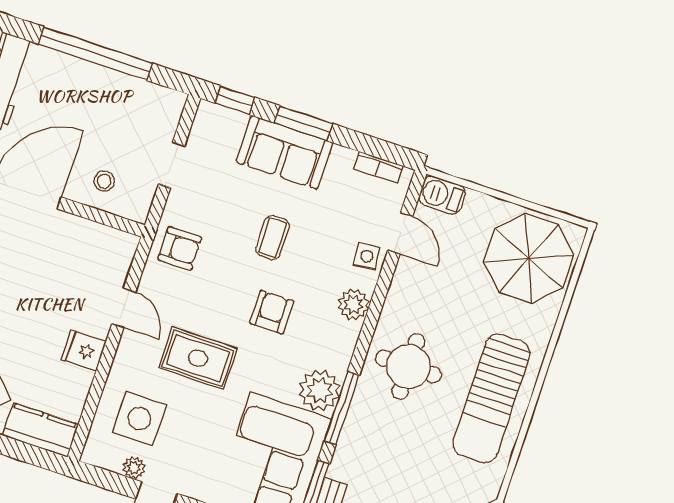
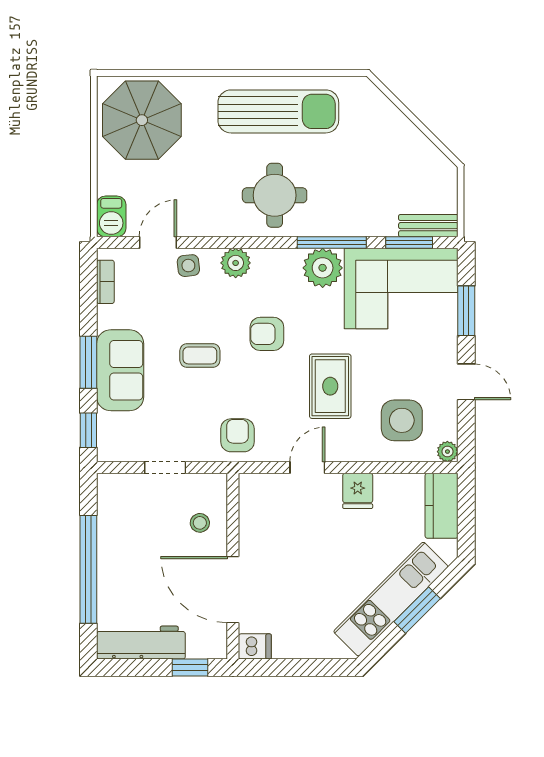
plant: (134, 468) -> (447, 452), moved

